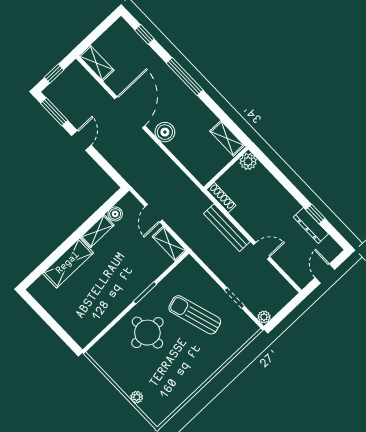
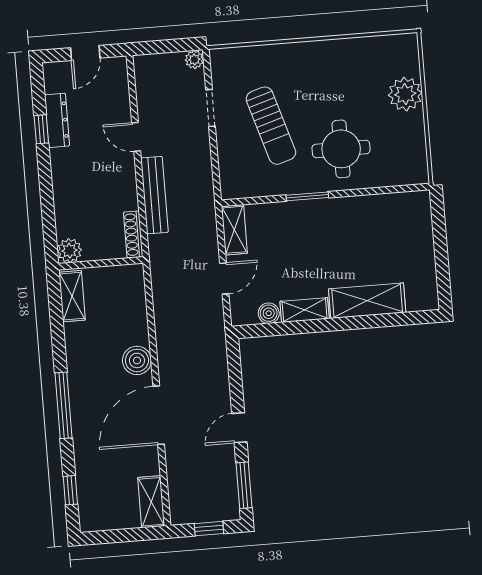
plant: (137, 397) -> (405, 94), width x1.88, depth x1.88

